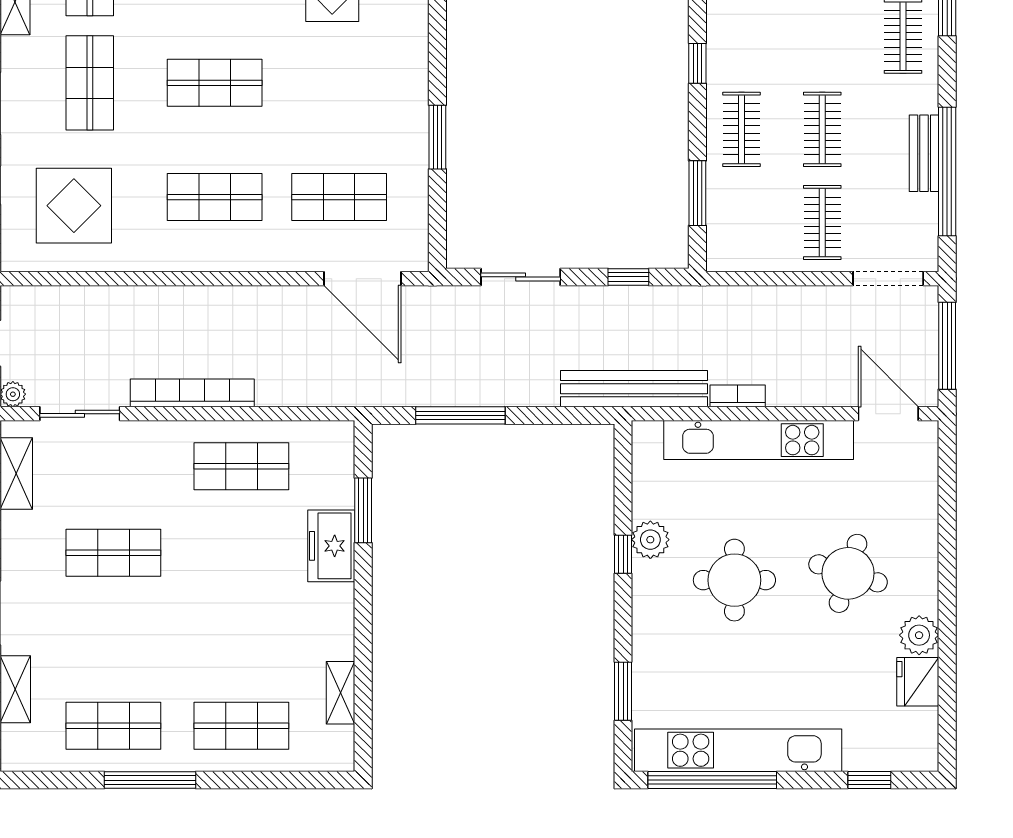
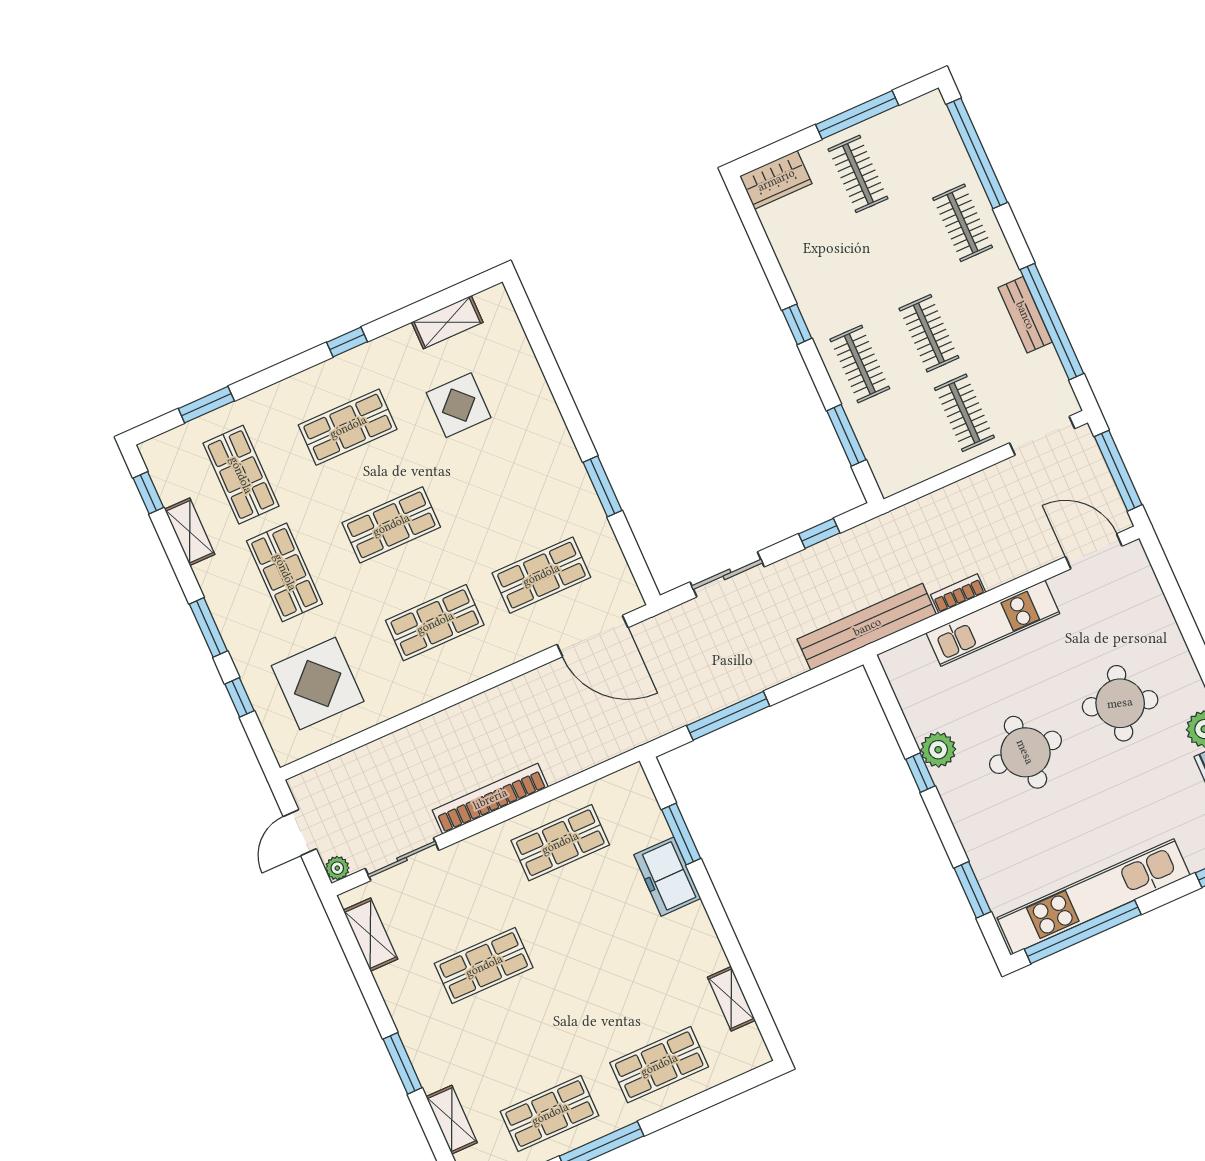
kitchen unit: (759, 440) -> (993, 623), width x0.73

